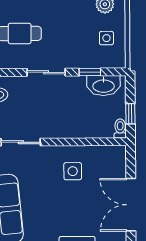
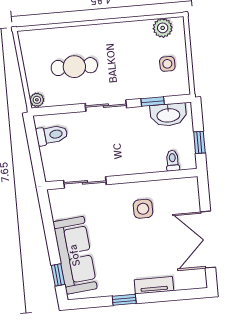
toilet: (120, 128) -> (173, 161), moved

